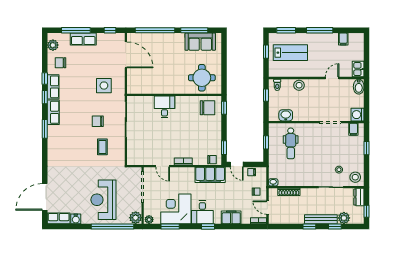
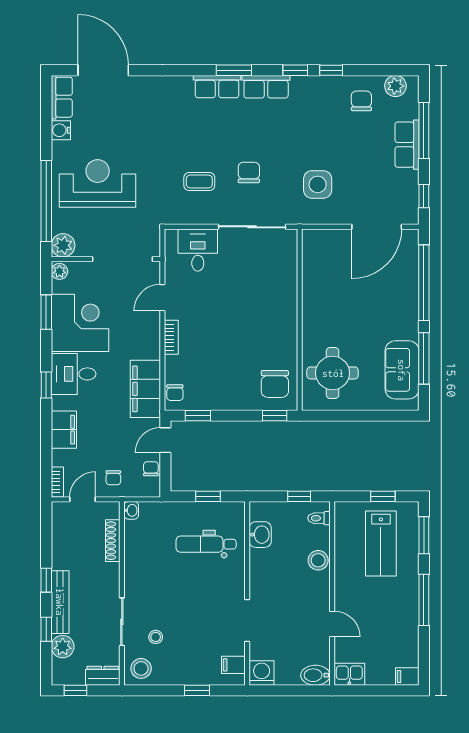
filing cabinet: (343, 39) -> (407, 676), moved
row of seats: (53, 87) -> (217, 87), moved
desk: (164, 107) -> (198, 250), moved, turned -90

